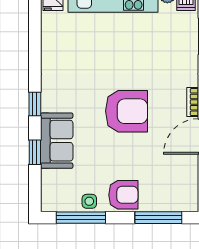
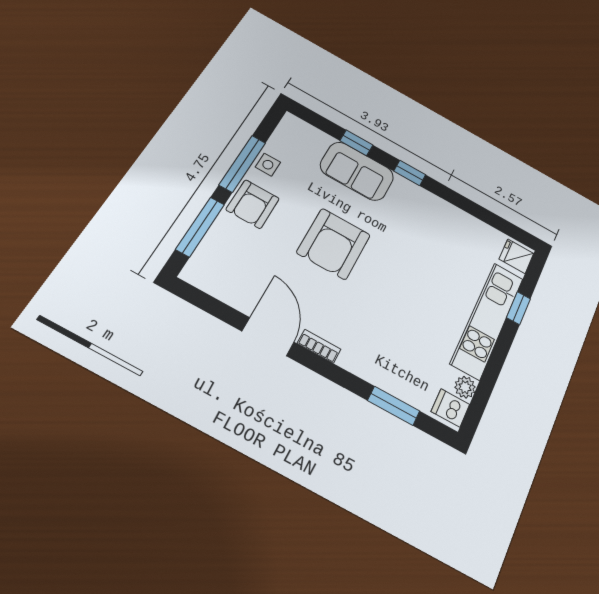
armchair: (127, 111) -> (334, 244), moved
window: (81, 218) -> (242, 164), moved

